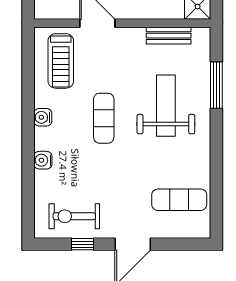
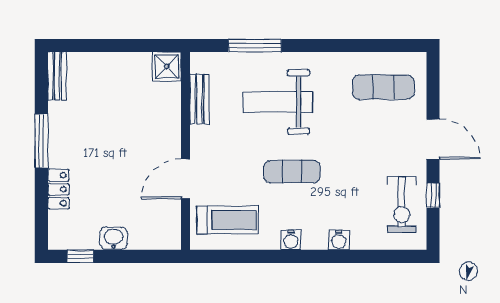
exercise mat: (179, 200) -> (383, 87), turned 90

